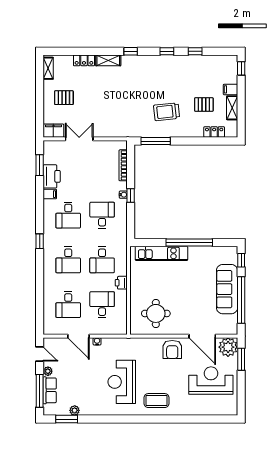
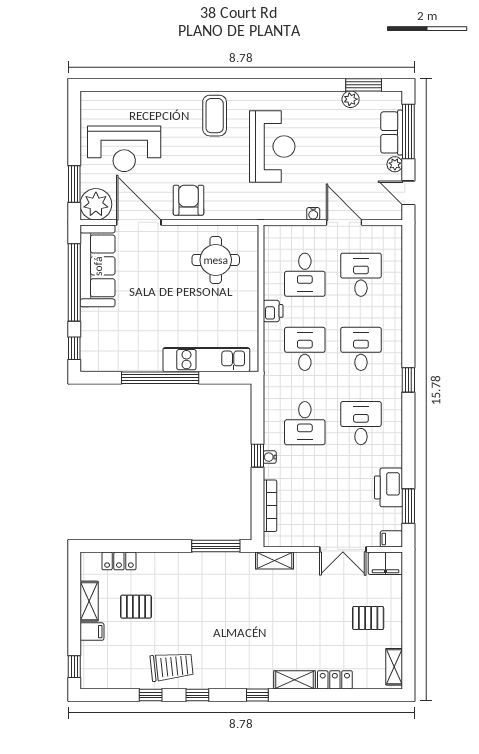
trolley: (167, 112) -> (172, 667), moved
shelving: (120, 132) -> (275, 560), added
filing cabinet: (50, 194) -> (391, 539), moved
sofa: (227, 289) -> (98, 266), moved
coffee table: (156, 401) -> (215, 116), turned 90

